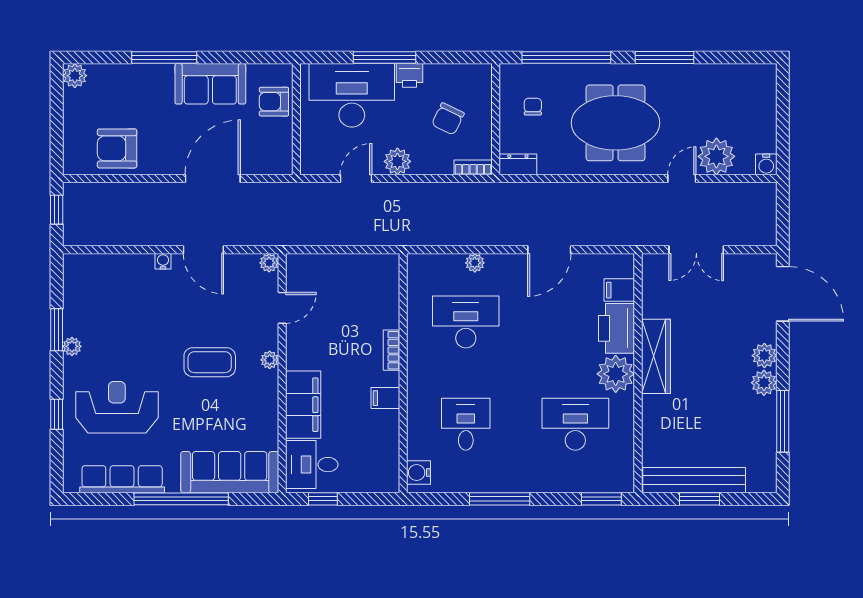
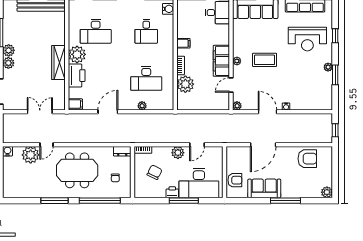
filing cabinet: (619, 290) -> (75, 104), moved
plant: (381, 310) -> (185, 84), added
filing cabinet: (303, 405) -> (221, 61), moved

